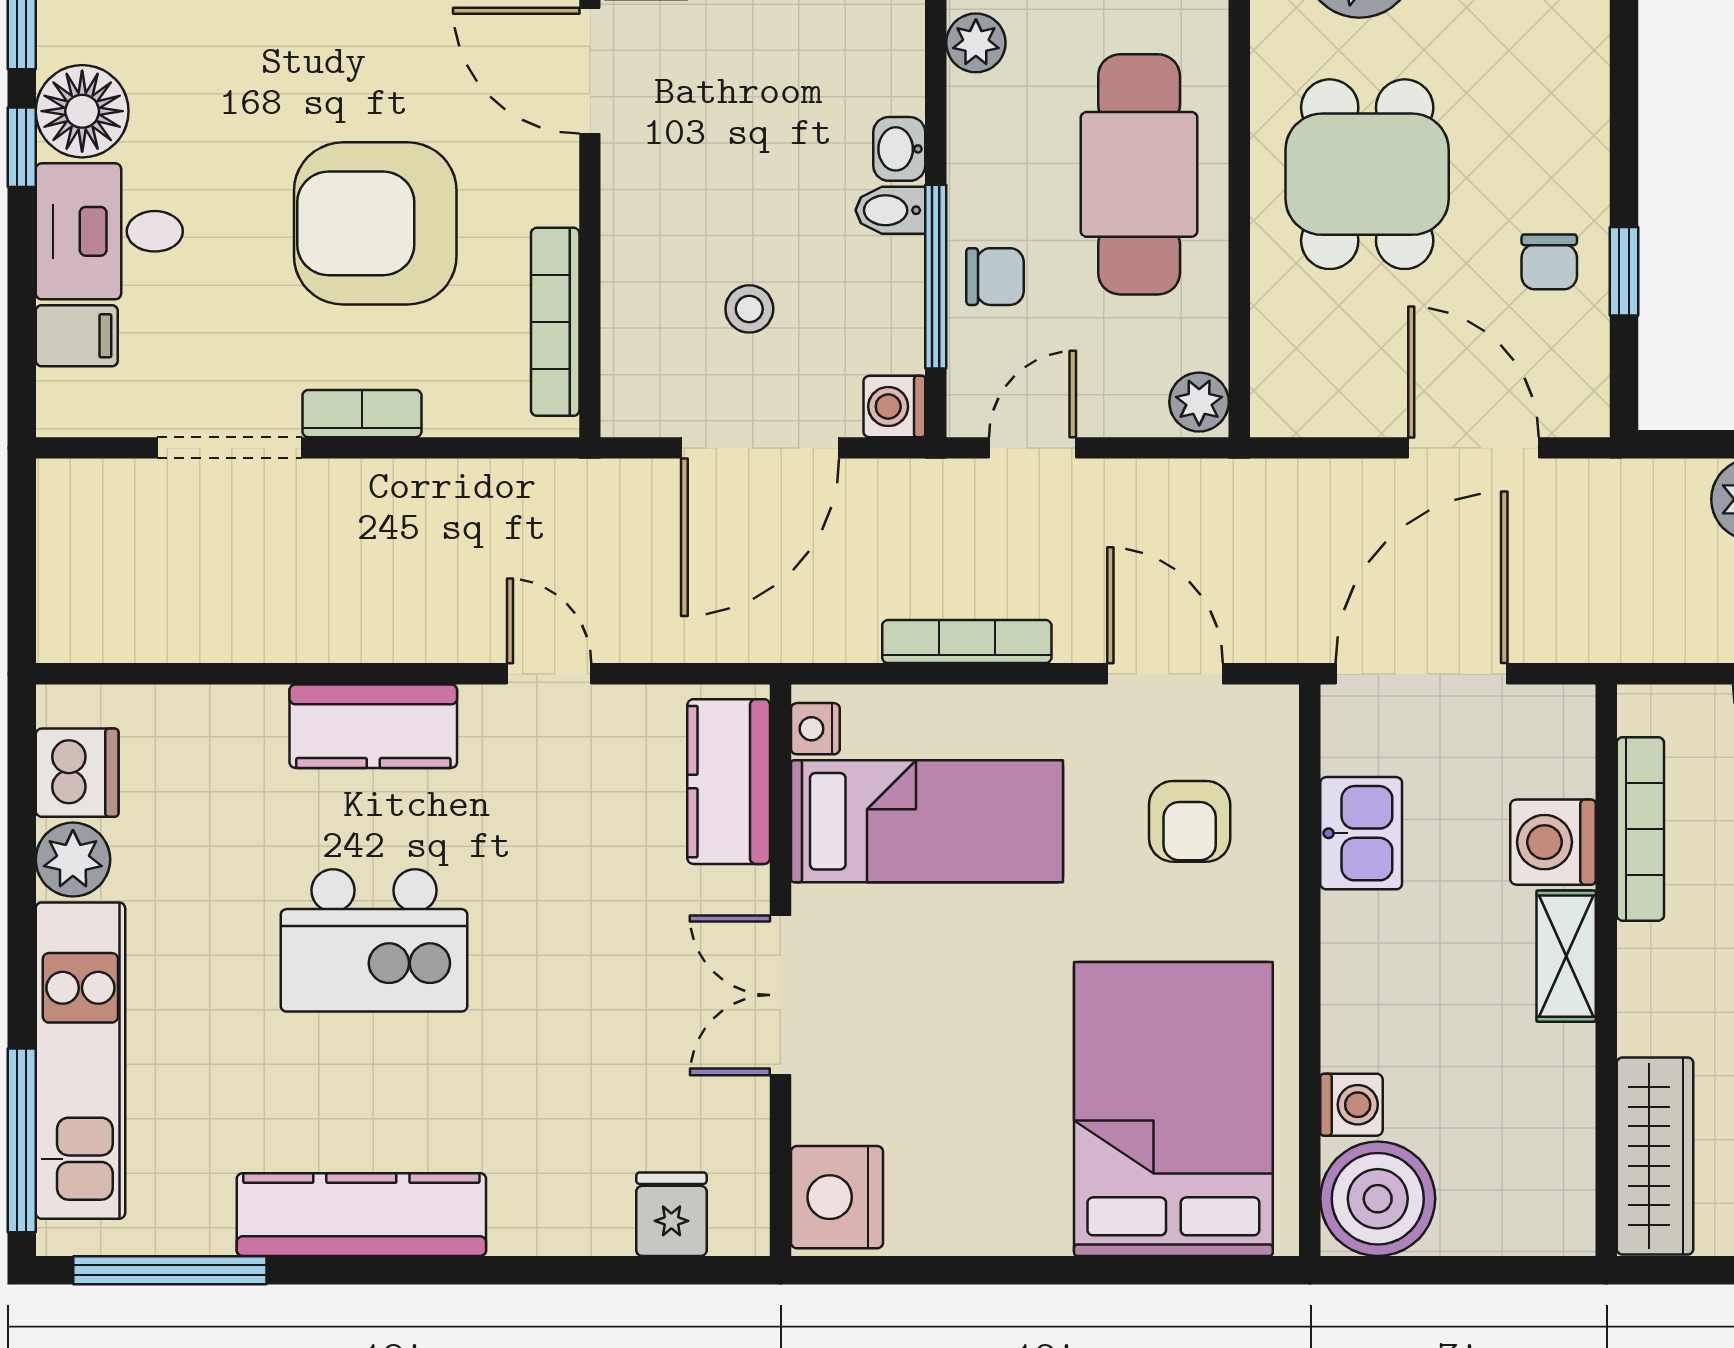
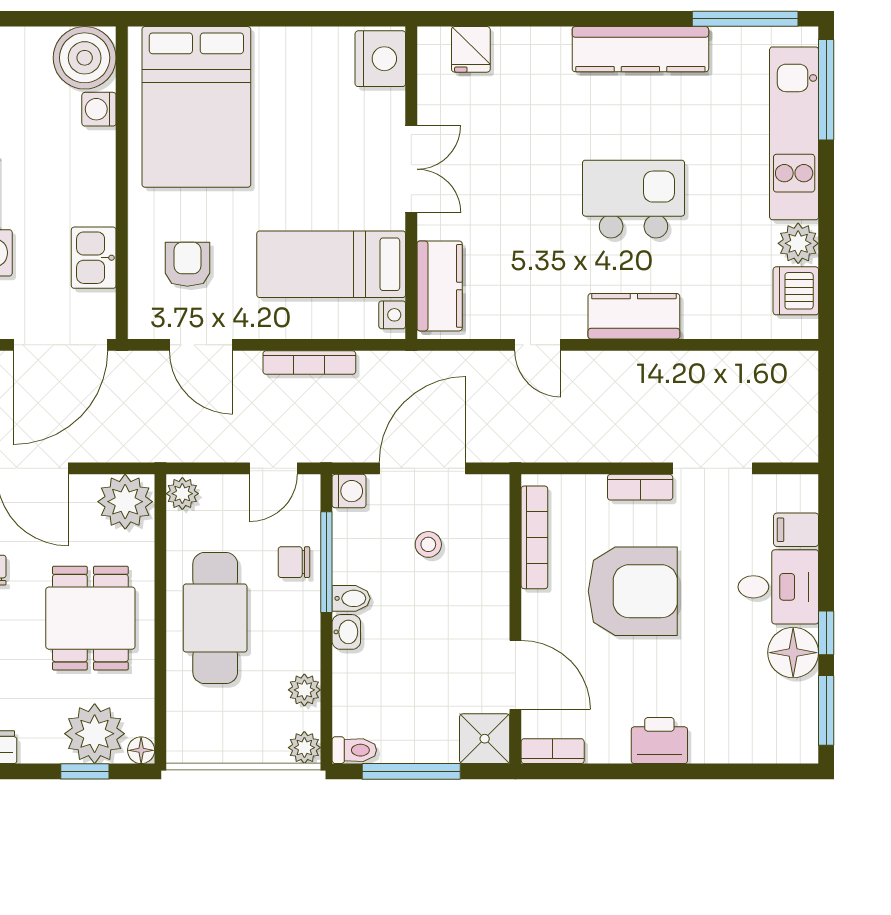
plant: (1304, 387) -> (125, 502), added

